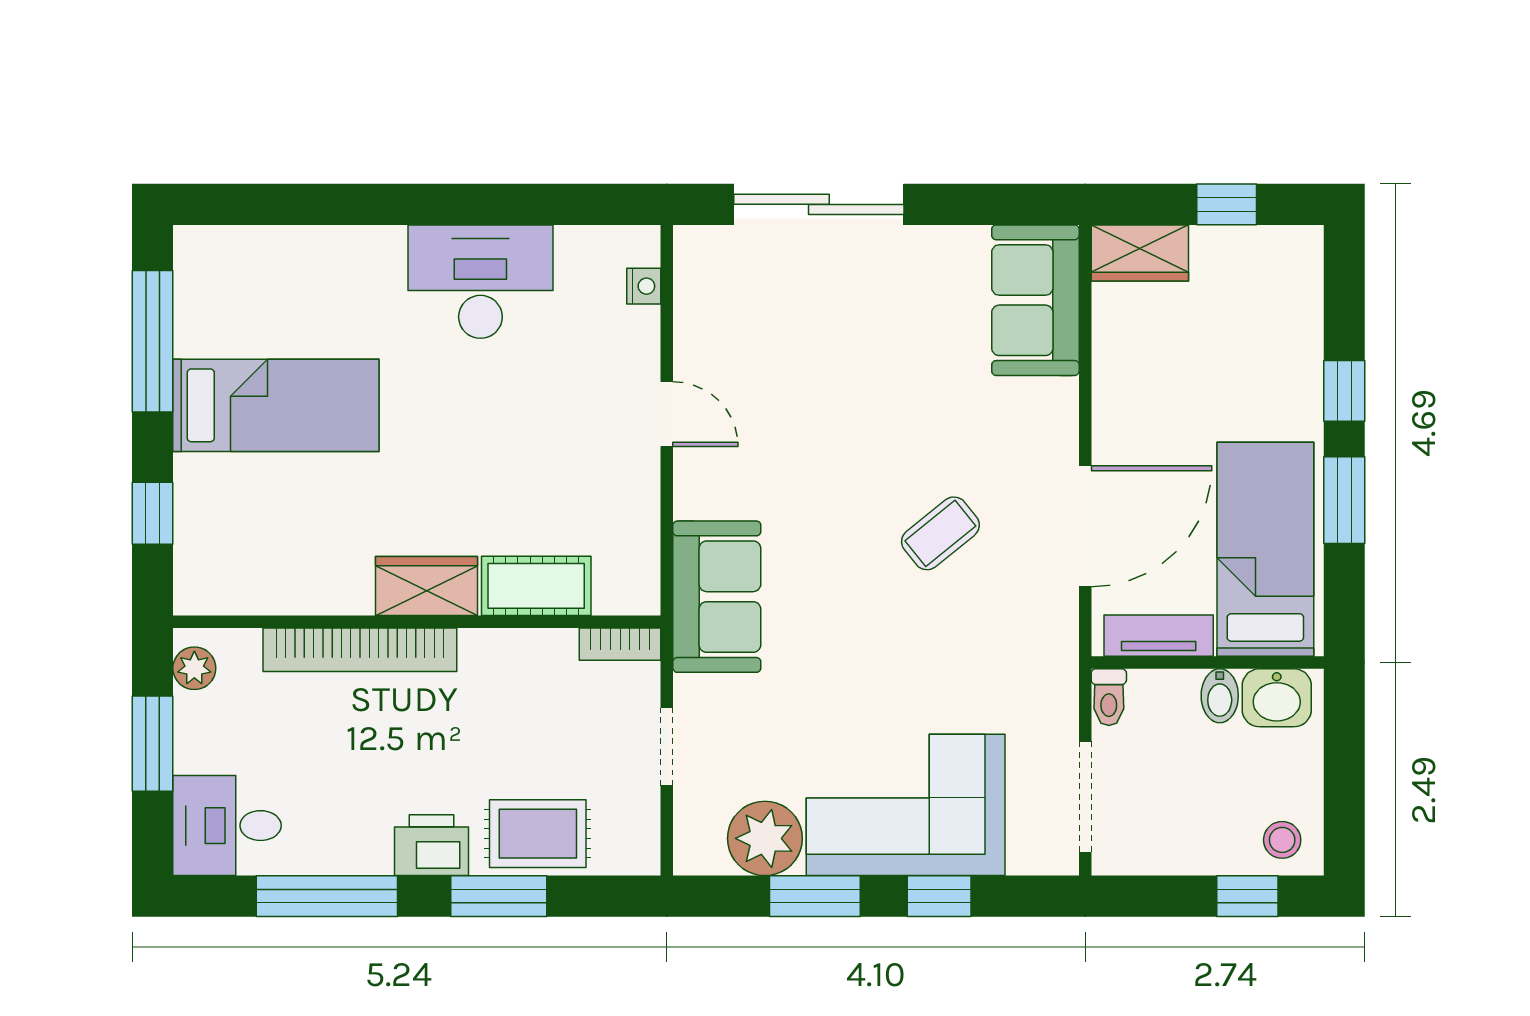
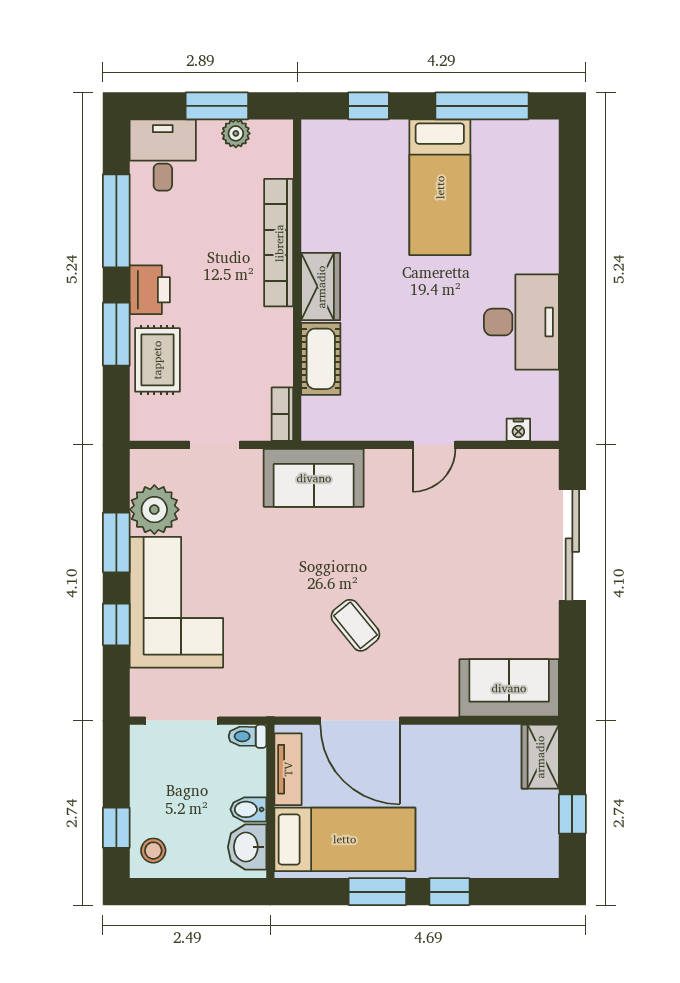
plant: (194, 668) -> (236, 133), moved

